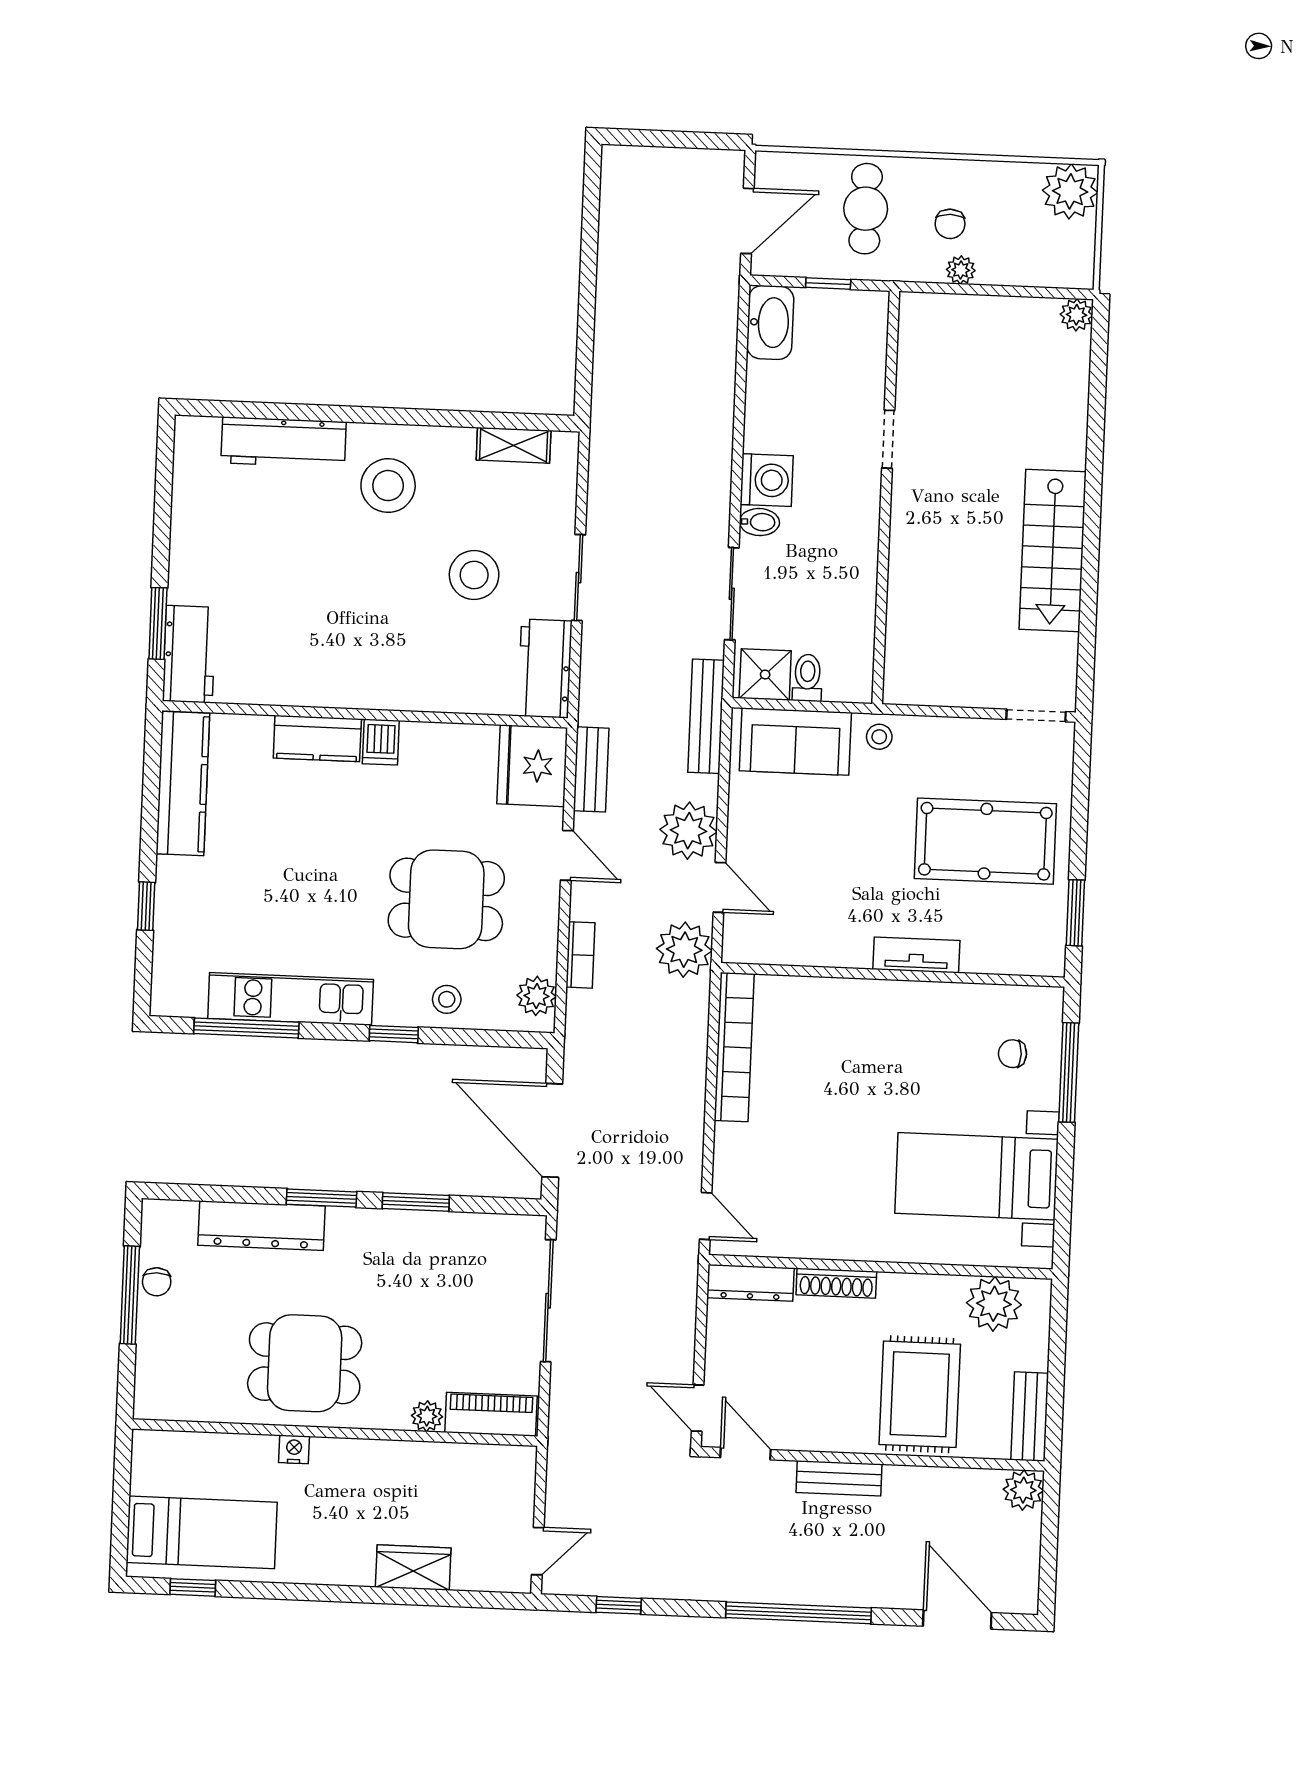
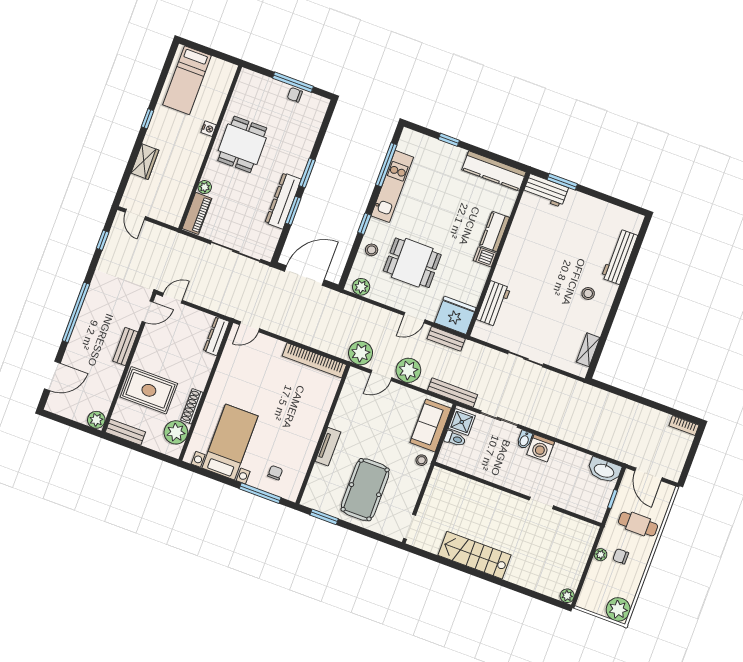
stool: (388, 486) -> (588, 293), width x0.53, depth x0.53
stool: (474, 575) -> (540, 317), removed
workbench: (545, 668) -> (493, 304), moved, turned 90
dining table: (446, 899) -> (412, 263), turned 90
bookcase: (580, 955) -> (684, 425), moved
dresser: (261, 1226) -> (283, 201), moved
shoe rack: (836, 1283) -> (192, 406), moved
window: (193, 1587) -> (148, 119), moved

